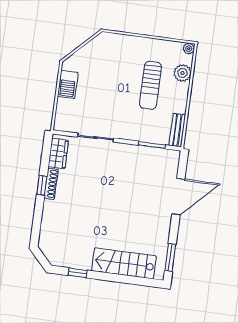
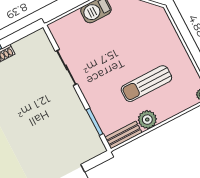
plant: (182, 73) -> (147, 120), moved
wardrobe: (58, 153) -> (29, 44), removed

